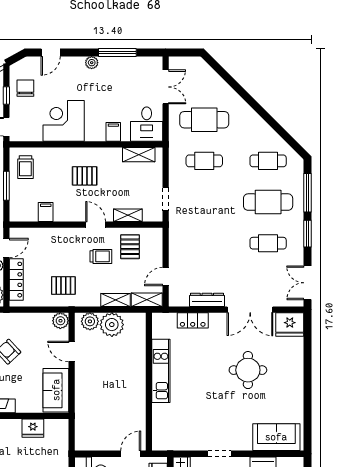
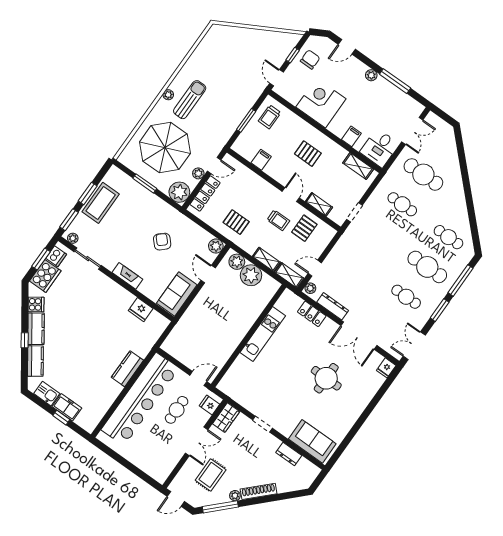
plant: (175, 298) -> (310, 288), added
fridge: (290, 324) -> (386, 368), width x0.53, depth x0.75

